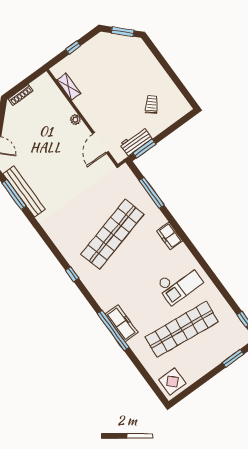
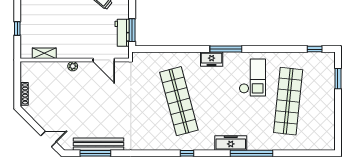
window: (152, 193) -> (226, 49), moved
freezer: (122, 323) -> (231, 143), moved
display table: (172, 382) -> (322, 137), removed

